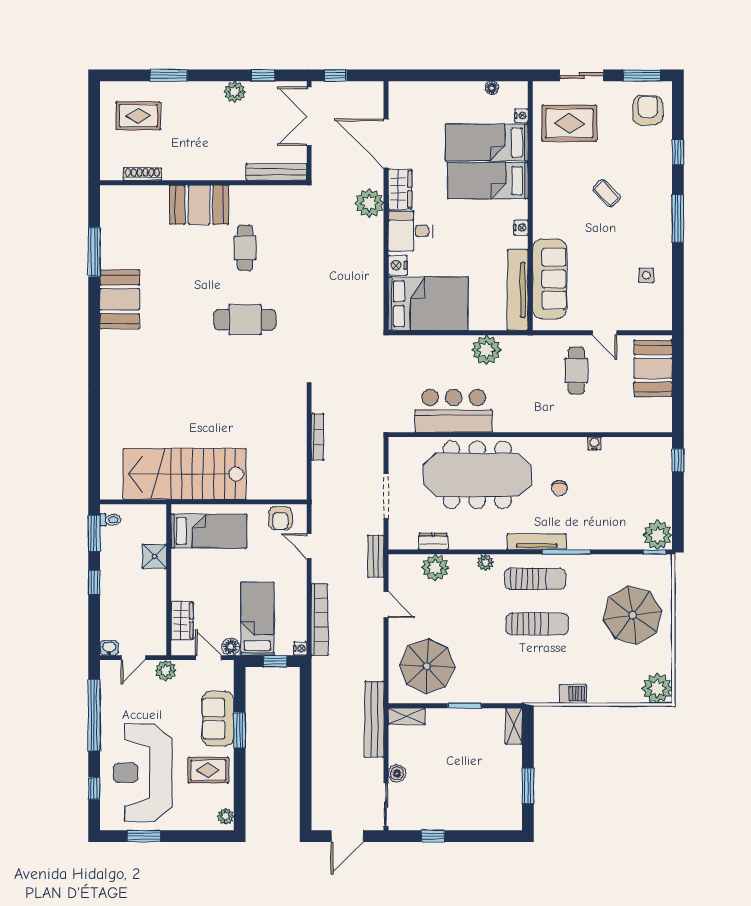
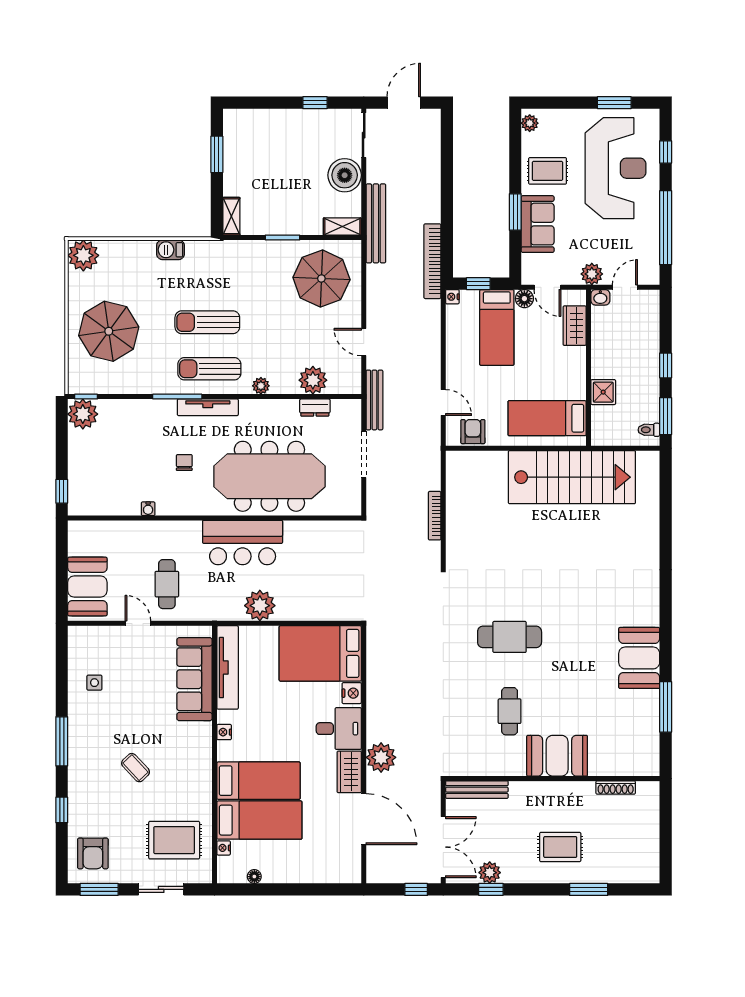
plant: (235, 92) -> (490, 873), moved
rug: (138, 116) -> (560, 847), moved
bar counter: (454, 411) -> (243, 543), moved
bench: (376, 556) -> (374, 400), width x1.36
bookcase: (320, 620) -> (432, 261), moved
washbasin: (109, 648) -> (600, 297), moved
boiler: (397, 773) -> (345, 175), width x1.86, depth x1.86

